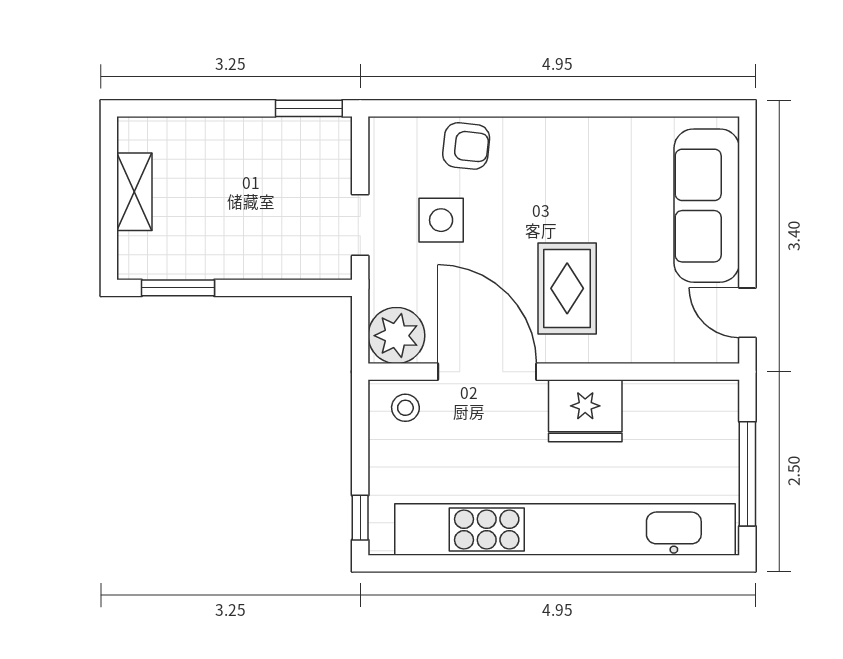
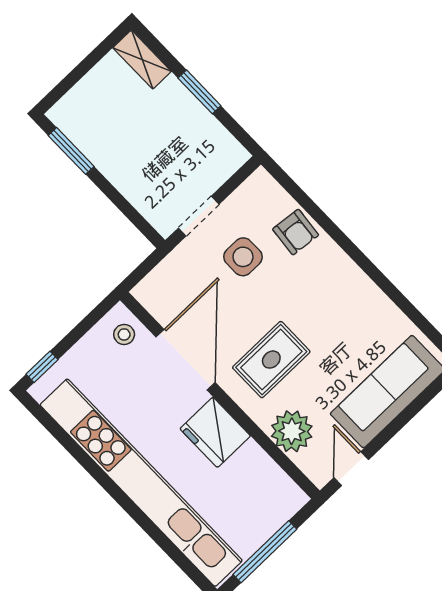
window: (309, 108) -> (199, 92), moved
shelving: (134, 192) -> (142, 60), moved, turned 90
plant: (396, 336) -> (292, 431), moved

